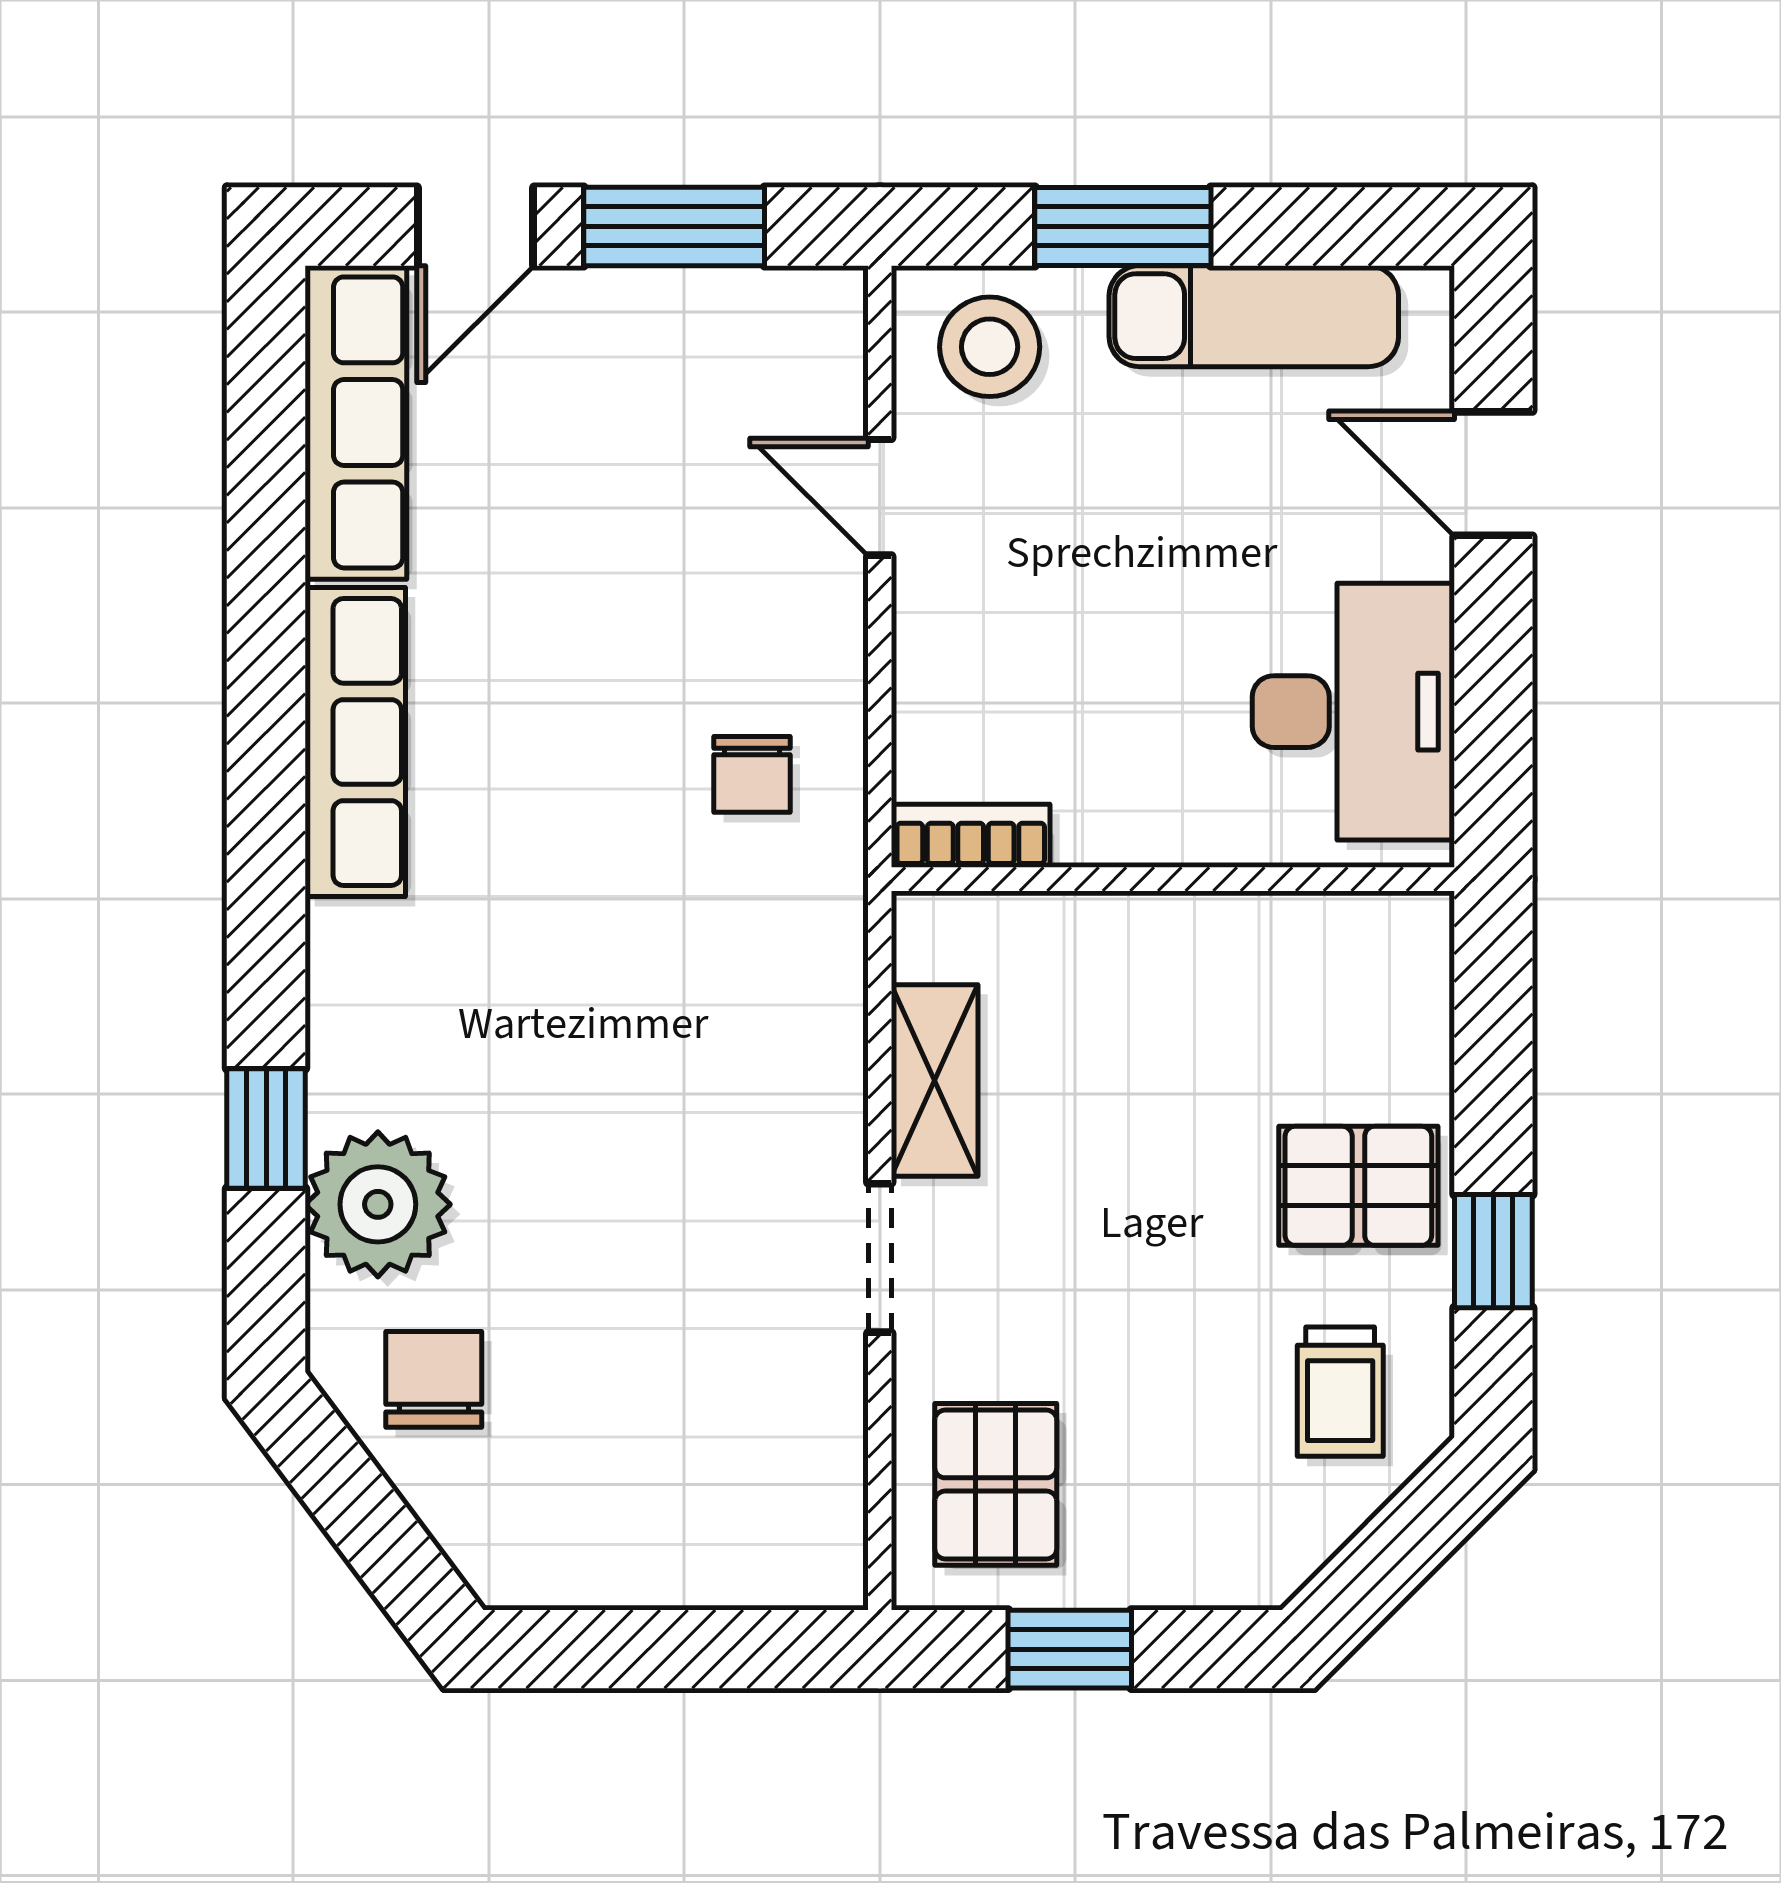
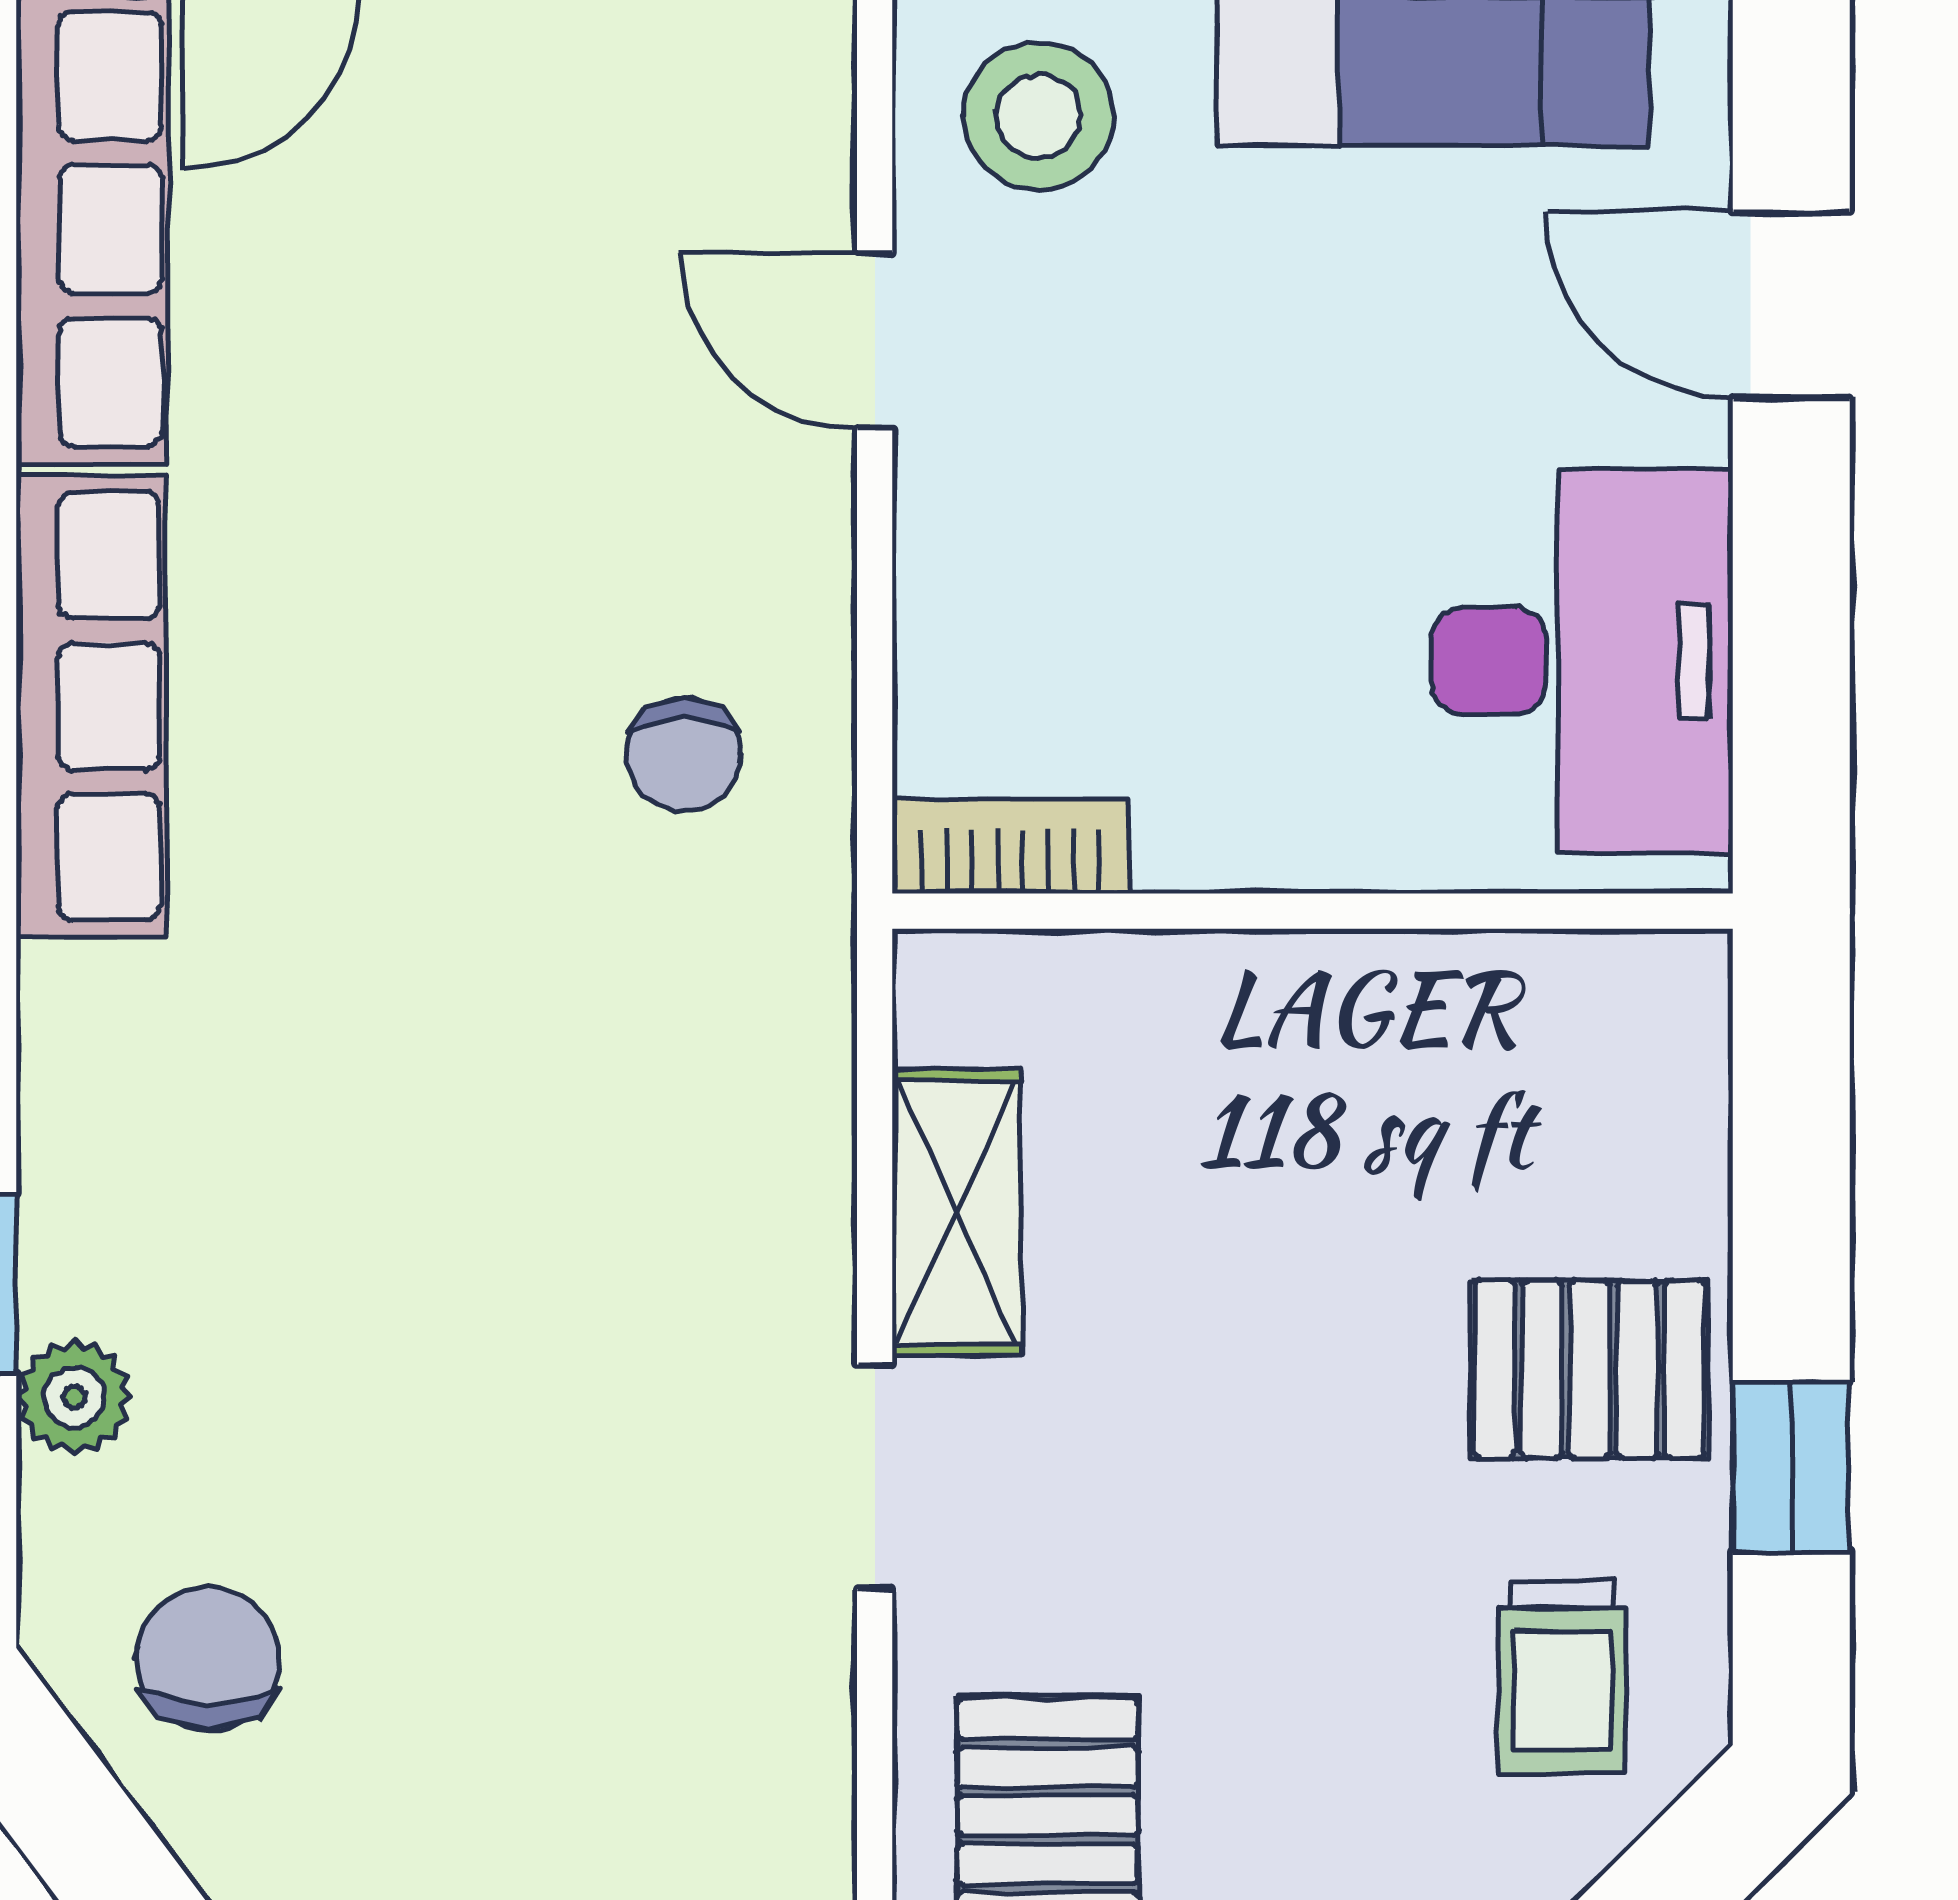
plant: (378, 1204) -> (74, 1397), width x0.53, depth x0.53

